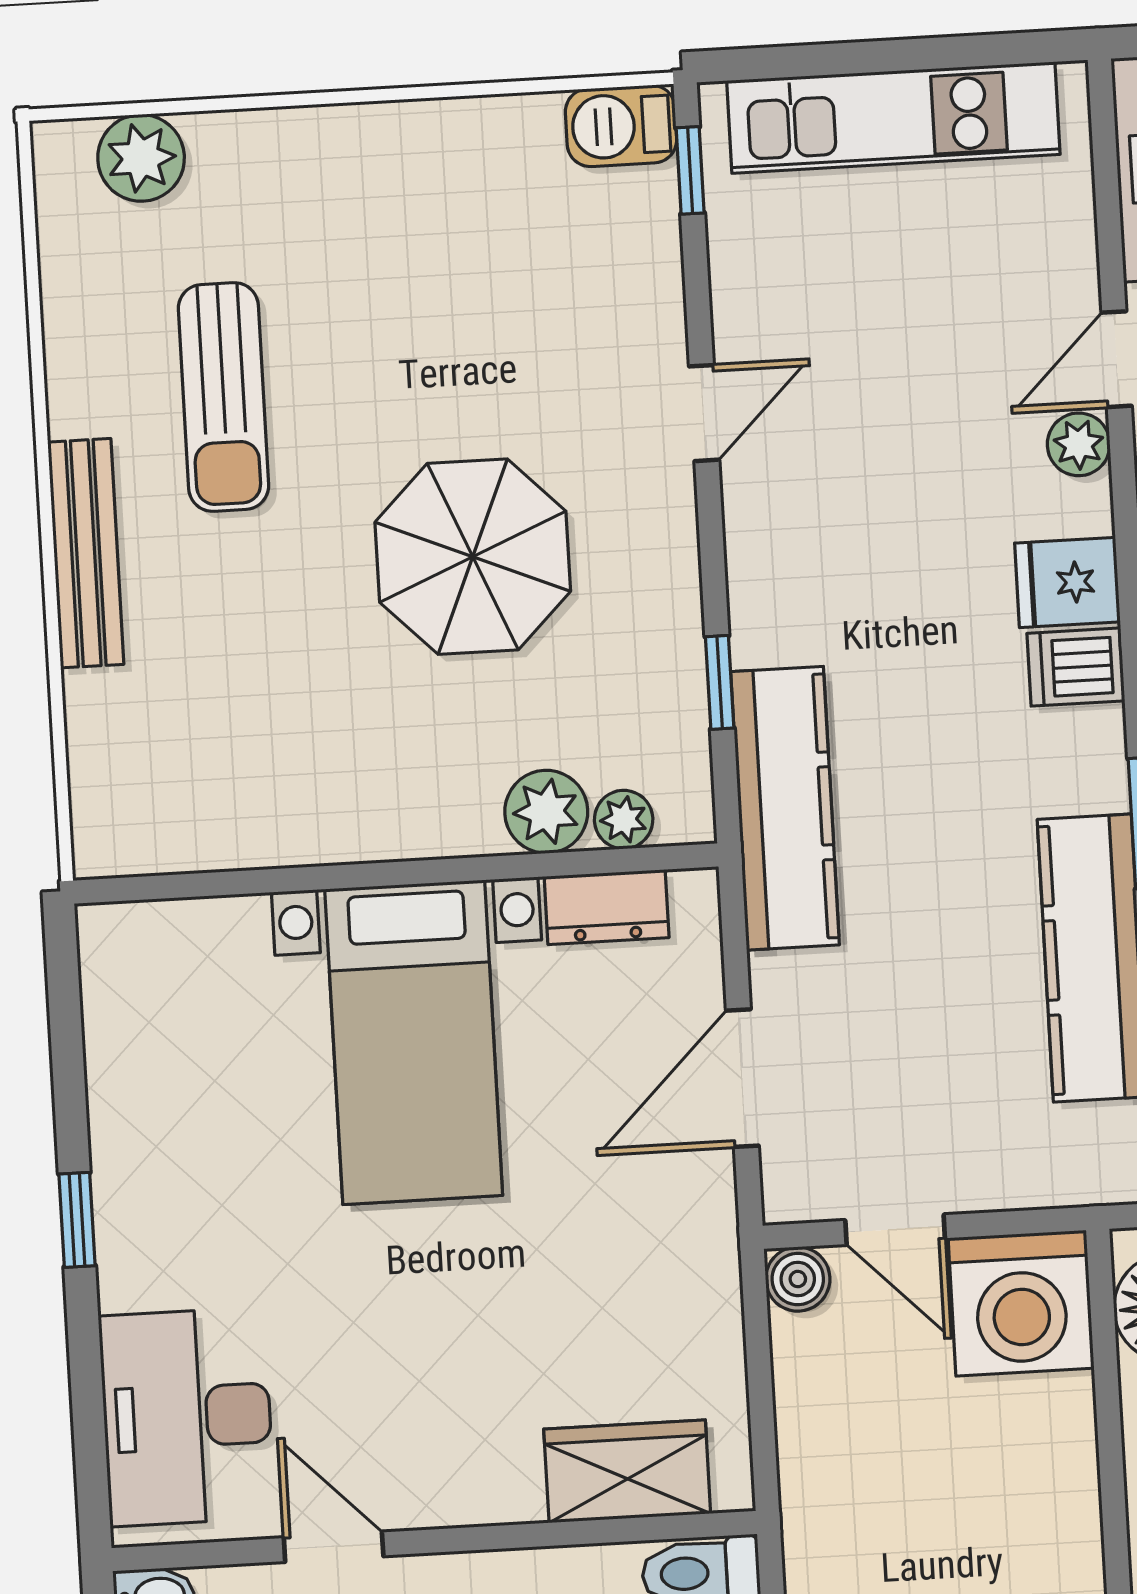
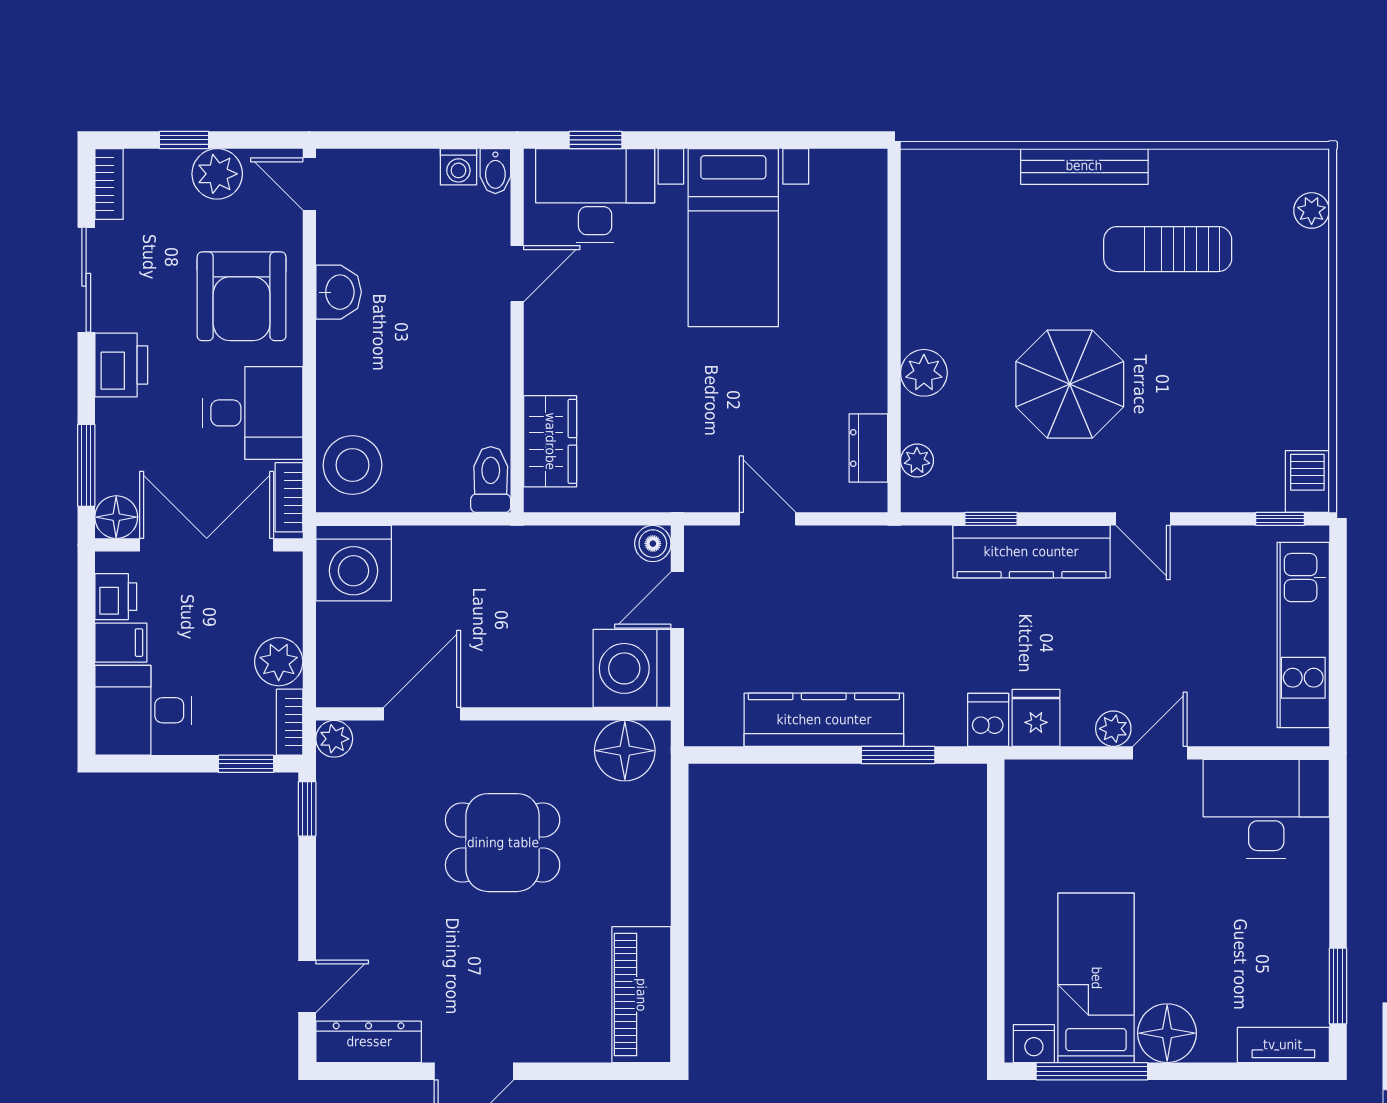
plant: (141, 158) -> (1312, 210), width x0.73, depth x0.73
door: (1117, 359) -> (1160, 753), hinge flipped
kitchen counter: (785, 808) -> (1031, 552), moved
plant: (546, 812) -> (924, 373), moved
bed with nightstands: (414, 1042) -> (733, 238), moved, turned -90
door: (742, 1078) -> (768, 519), width x0.73
window: (77, 1220) -> (596, 140), moved

